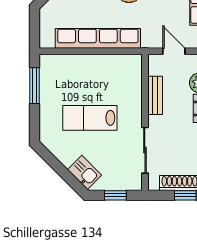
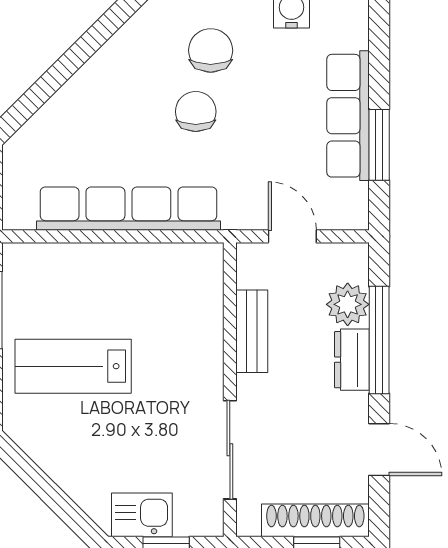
lab bench: (90, 118) -> (73, 366), moved
kitchen sink: (85, 172) -> (142, 515), moved, turned -45

